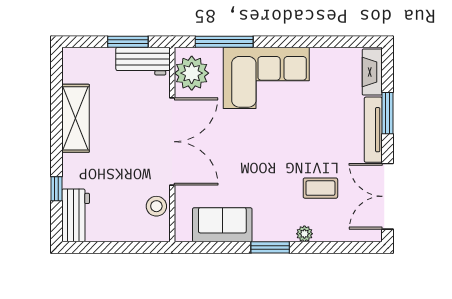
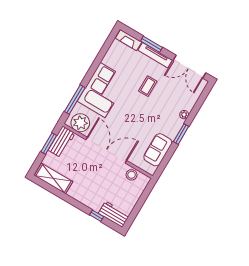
shelving: (76, 118) -> (53, 178), moved
coffee table: (320, 188) -> (148, 86), moved

